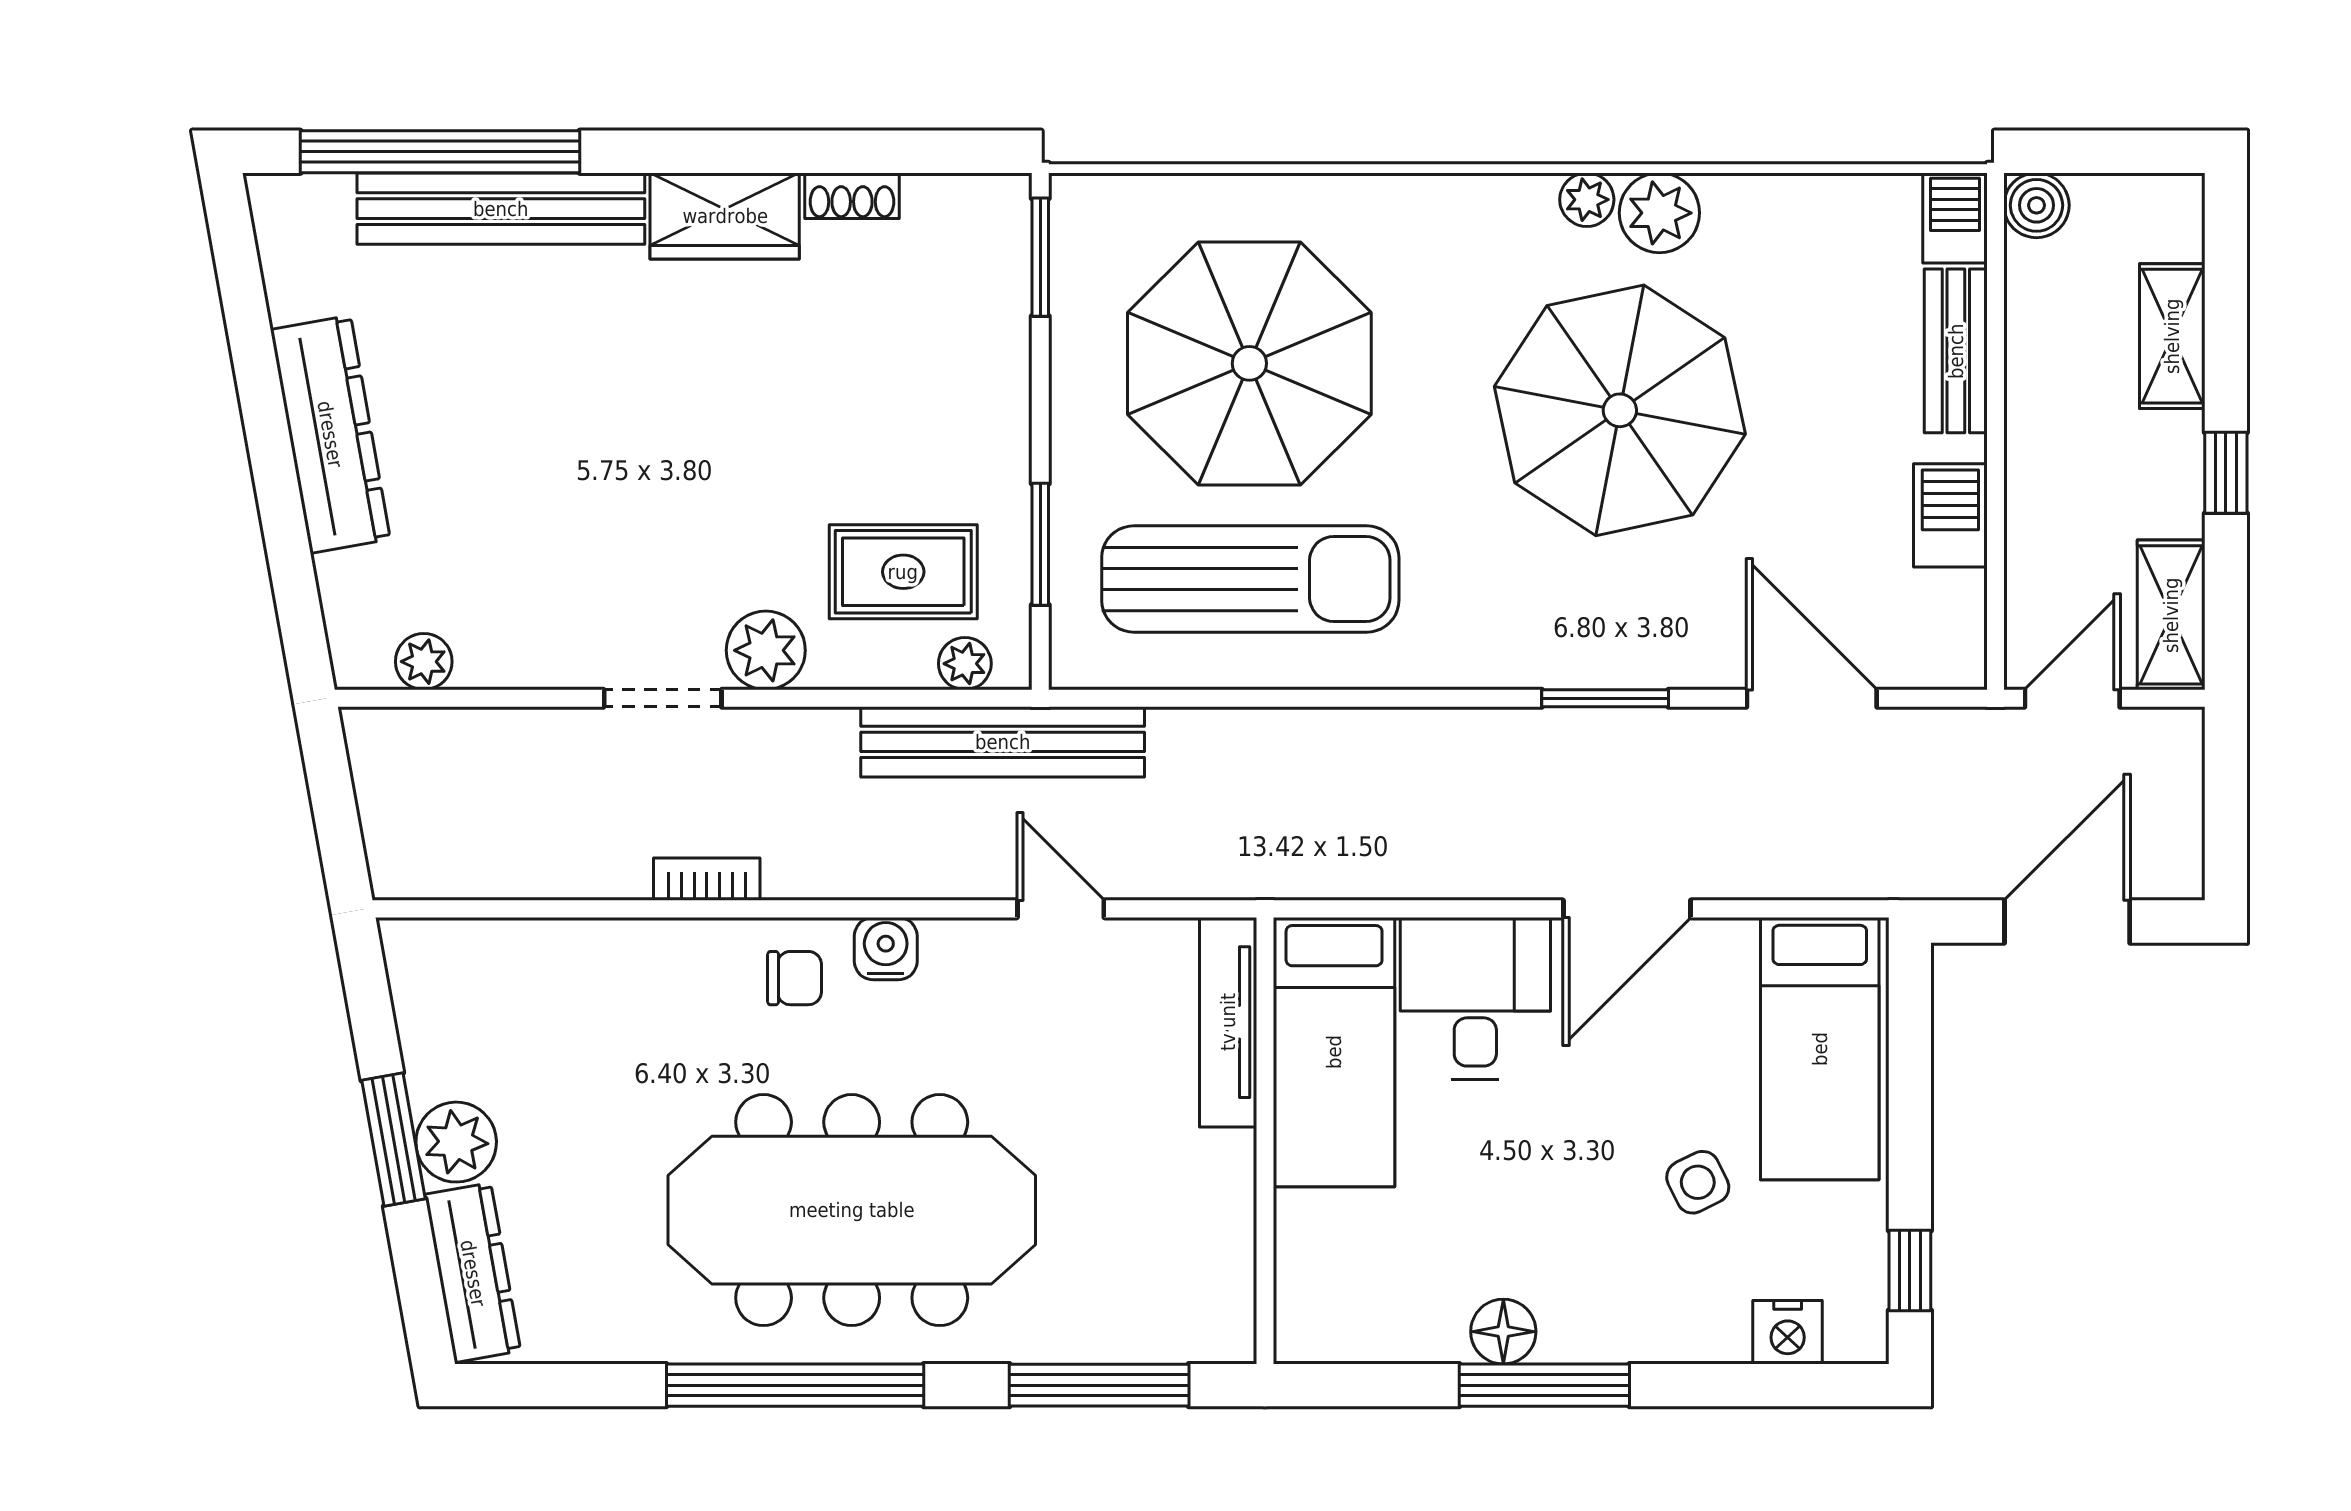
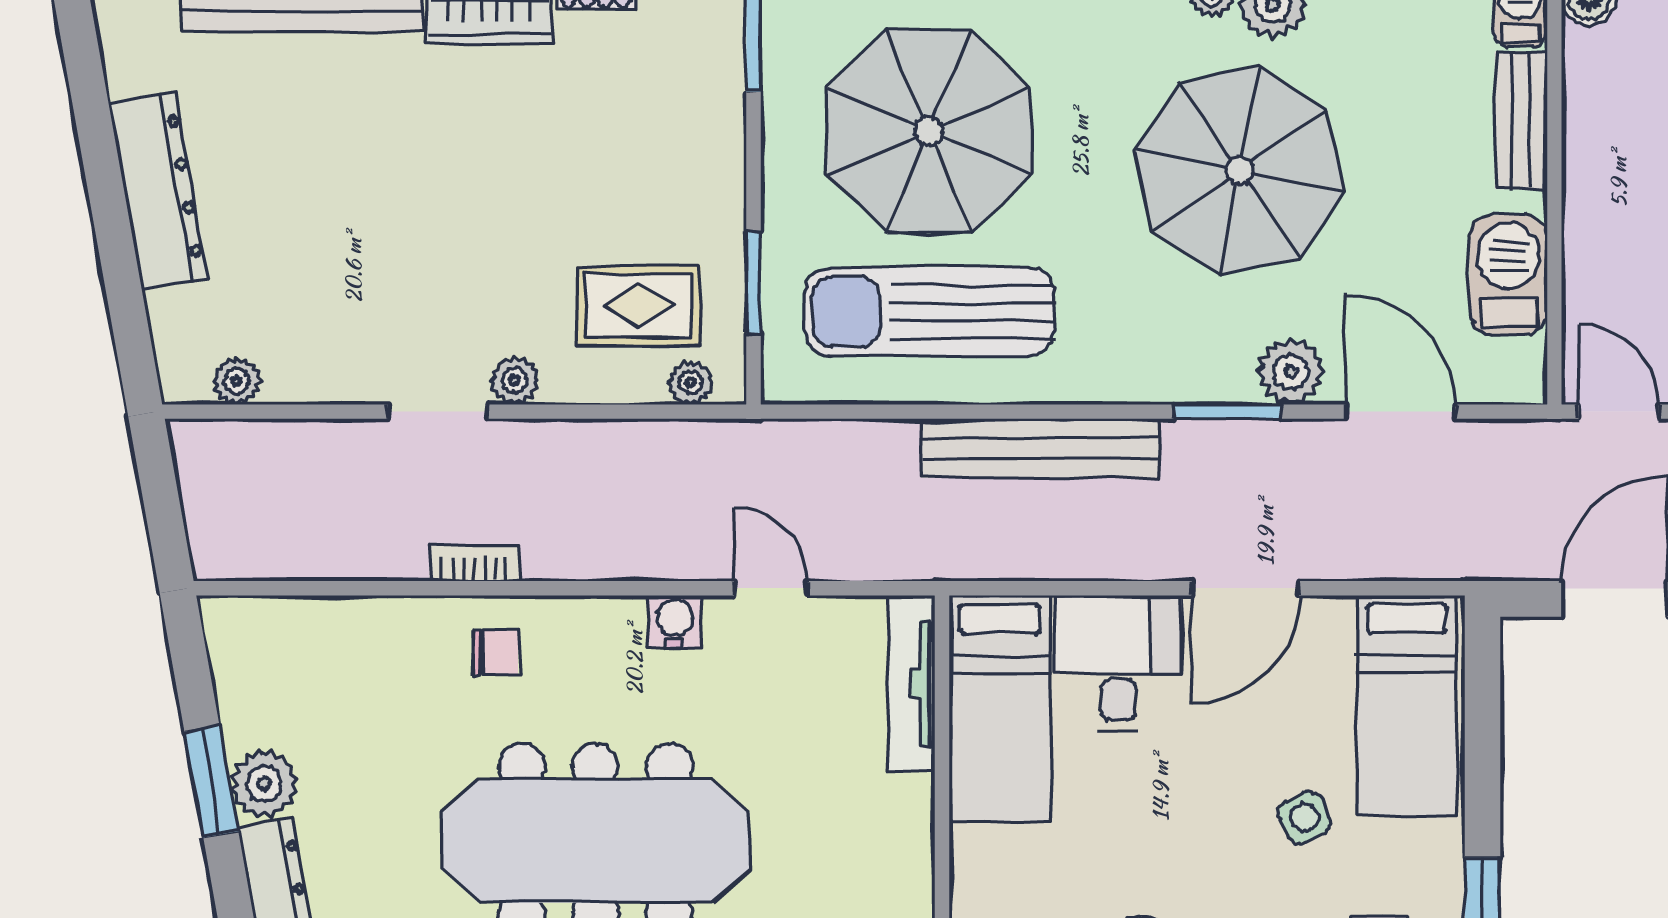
barbecue: (1950, 515) -> (1508, 275), width x1.38, depth x1.27
sun lounger: (1250, 579) -> (930, 312), turned 180
plant: (766, 650) -> (514, 381), width x0.73, depth x0.73
plant: (1681, 650) -> (1291, 372), added
door: (2072, 698) -> (1619, 412), hinge flipped
bench: (1003, 742) -> (1040, 448), moved
water cooler: (886, 949) -> (675, 622), moved
chair: (795, 978) -> (495, 653), moved

